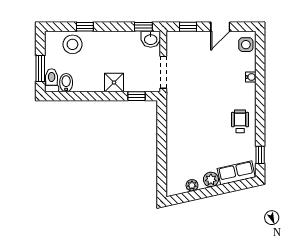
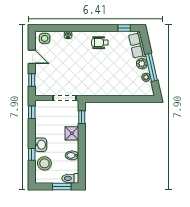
washbasin: (151, 39) -> (41, 145), moved
bidet: (66, 83) -> (72, 155), moved
window: (206, 193) -> (151, 67), added

